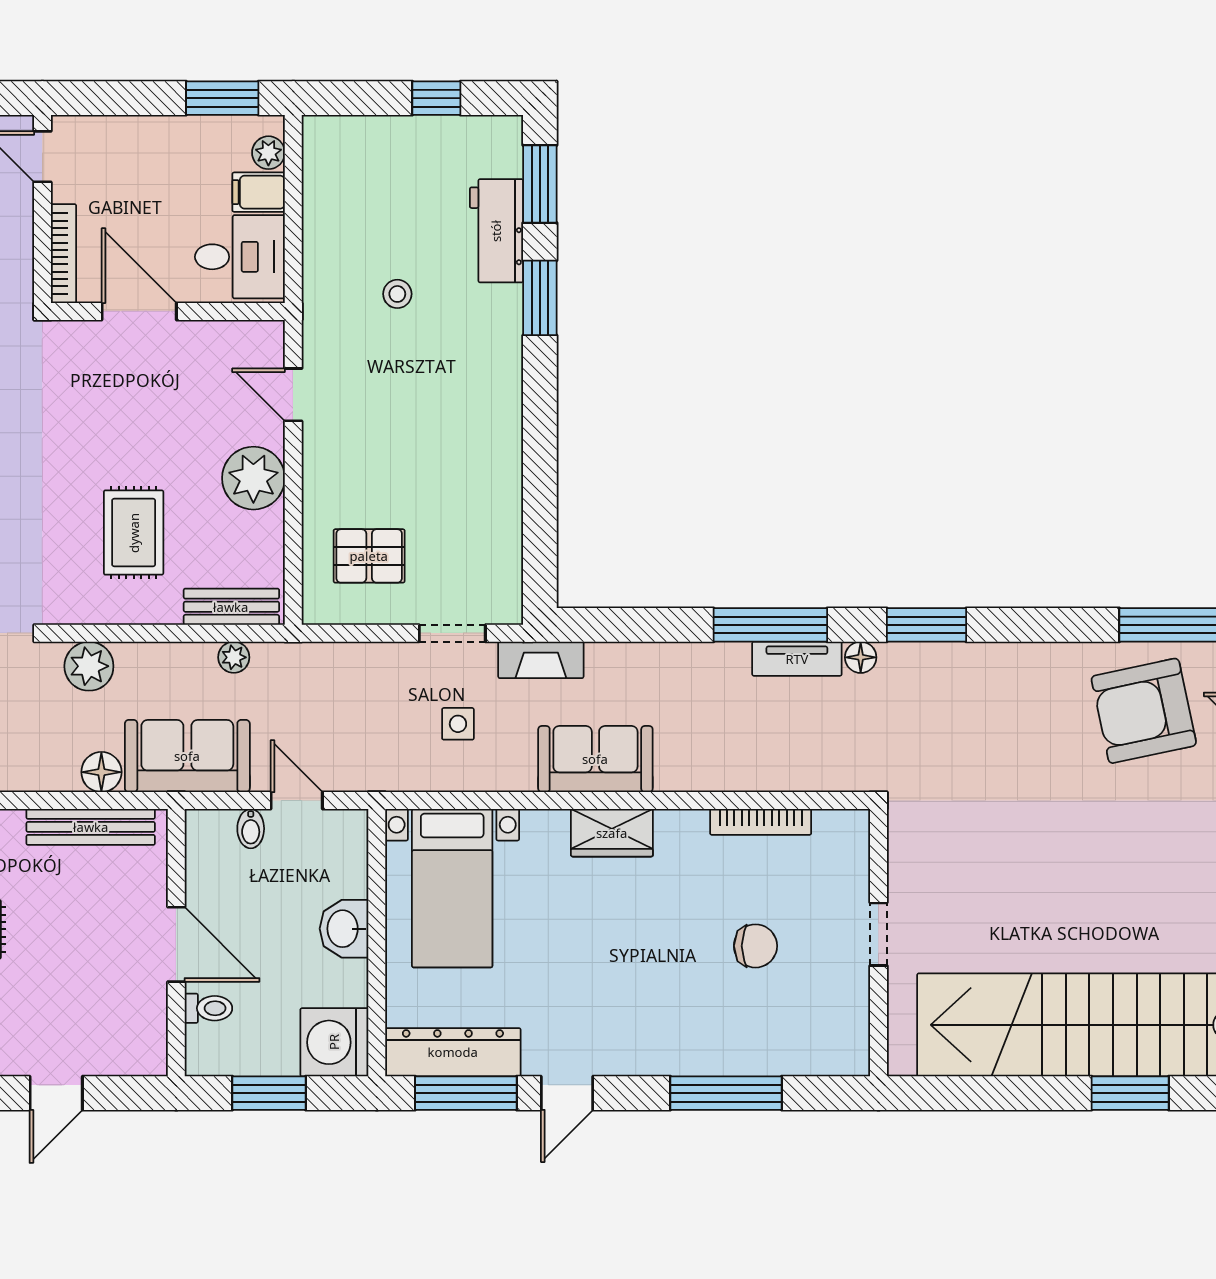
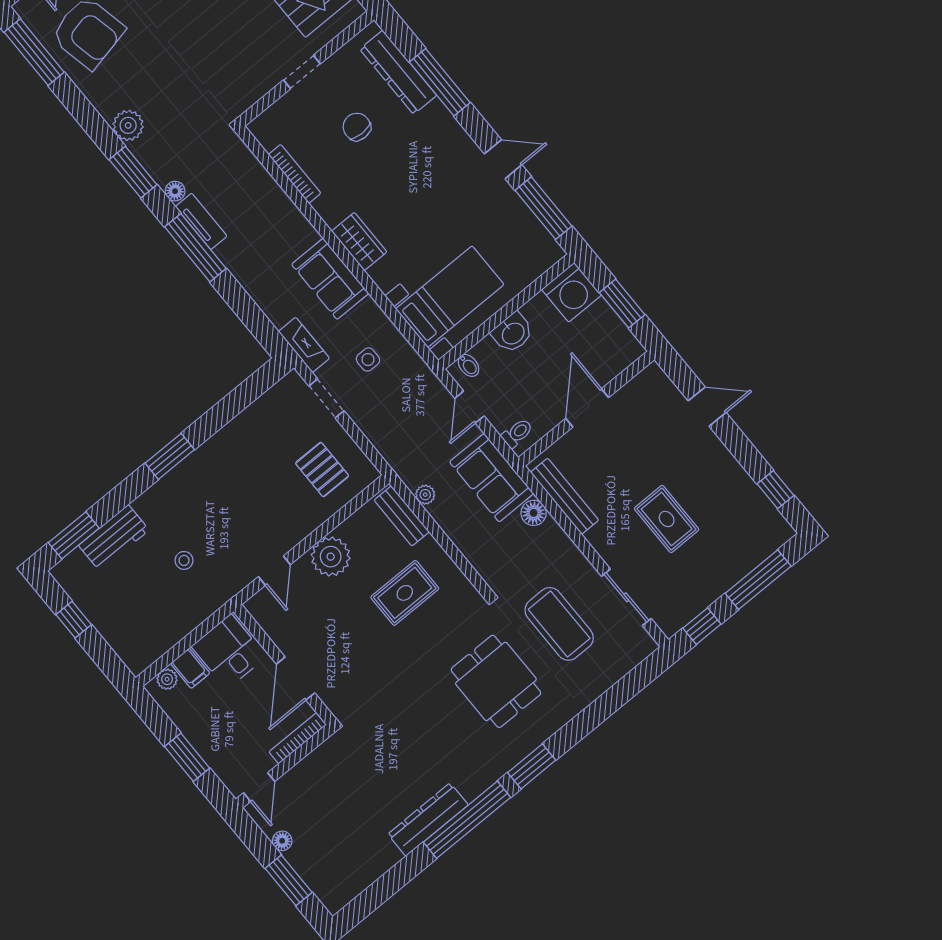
window: (222, 98) -> (187, 757), moved
window: (540, 298) -> (170, 456), moved
plant: (89, 666) -> (128, 125), moved
bidet: (251, 829) -> (469, 365), moved, turned 90
toilet: (208, 1008) -> (517, 433), moved, turned 90
dresser: (453, 1052) -> (398, 72), moved

